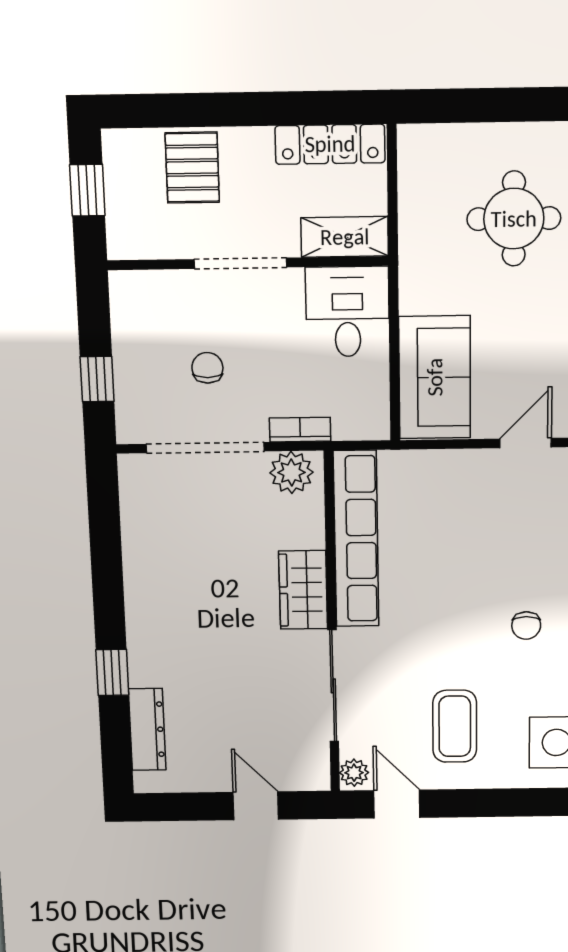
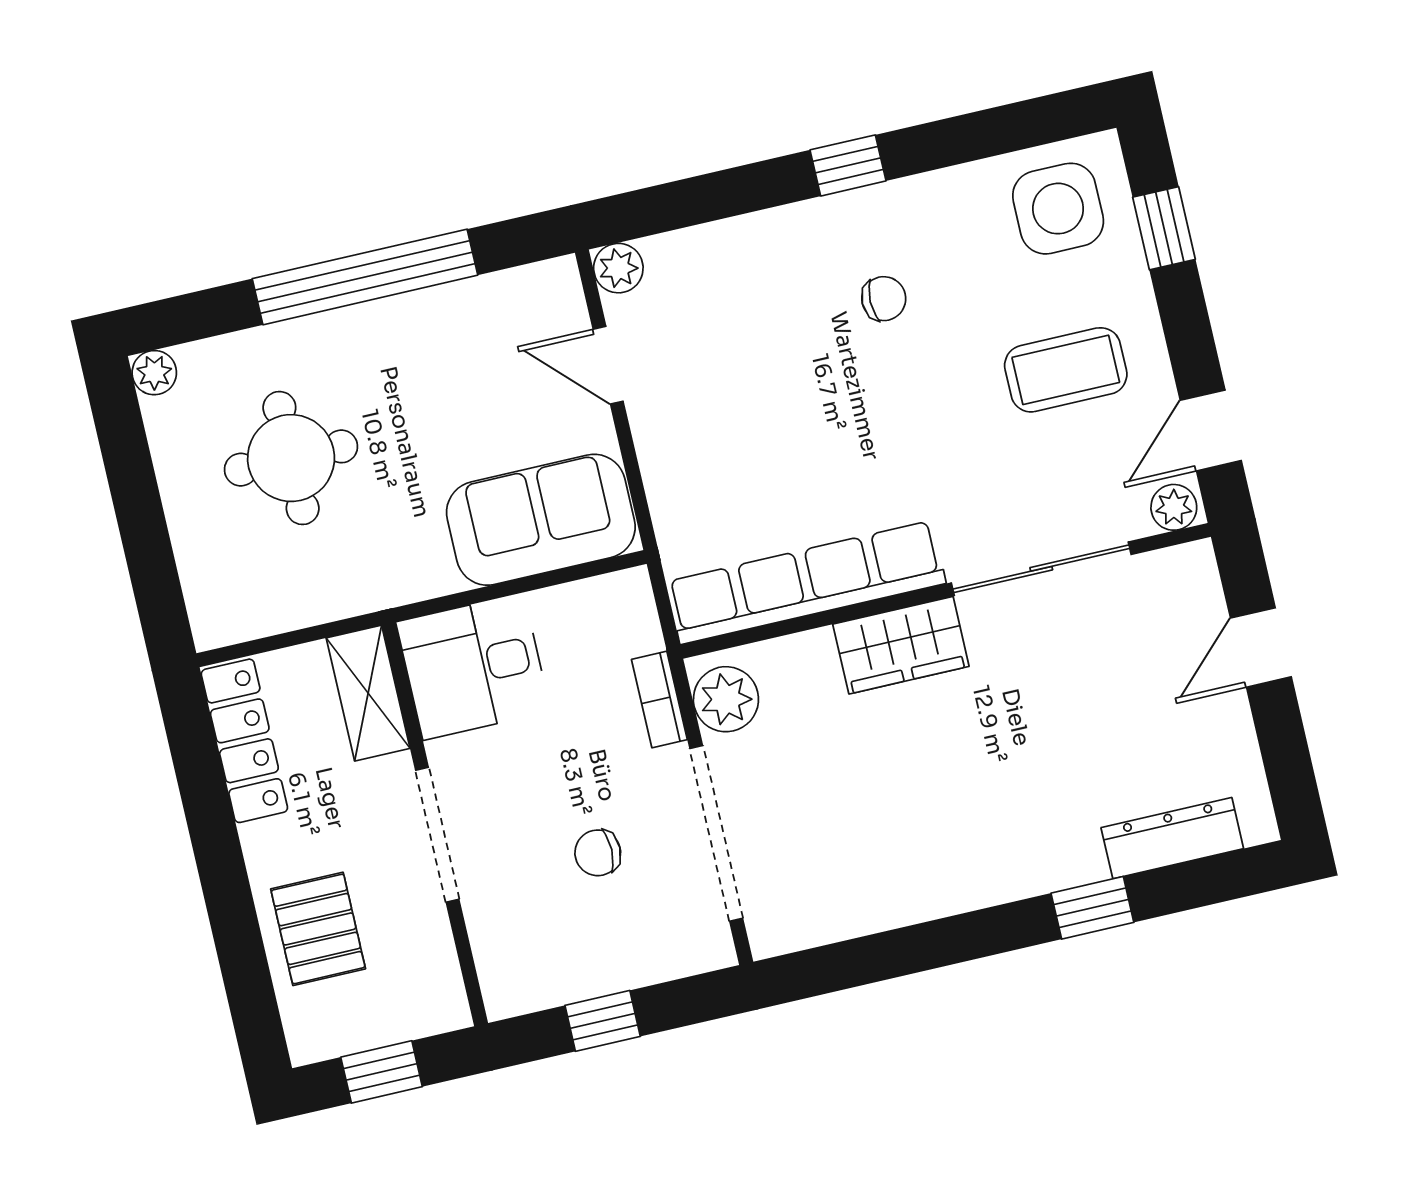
pallet: (192, 168) -> (318, 929), turned 90
window: (97, 379) -> (603, 1021), moved
window: (528, 802) -> (1164, 228), added

